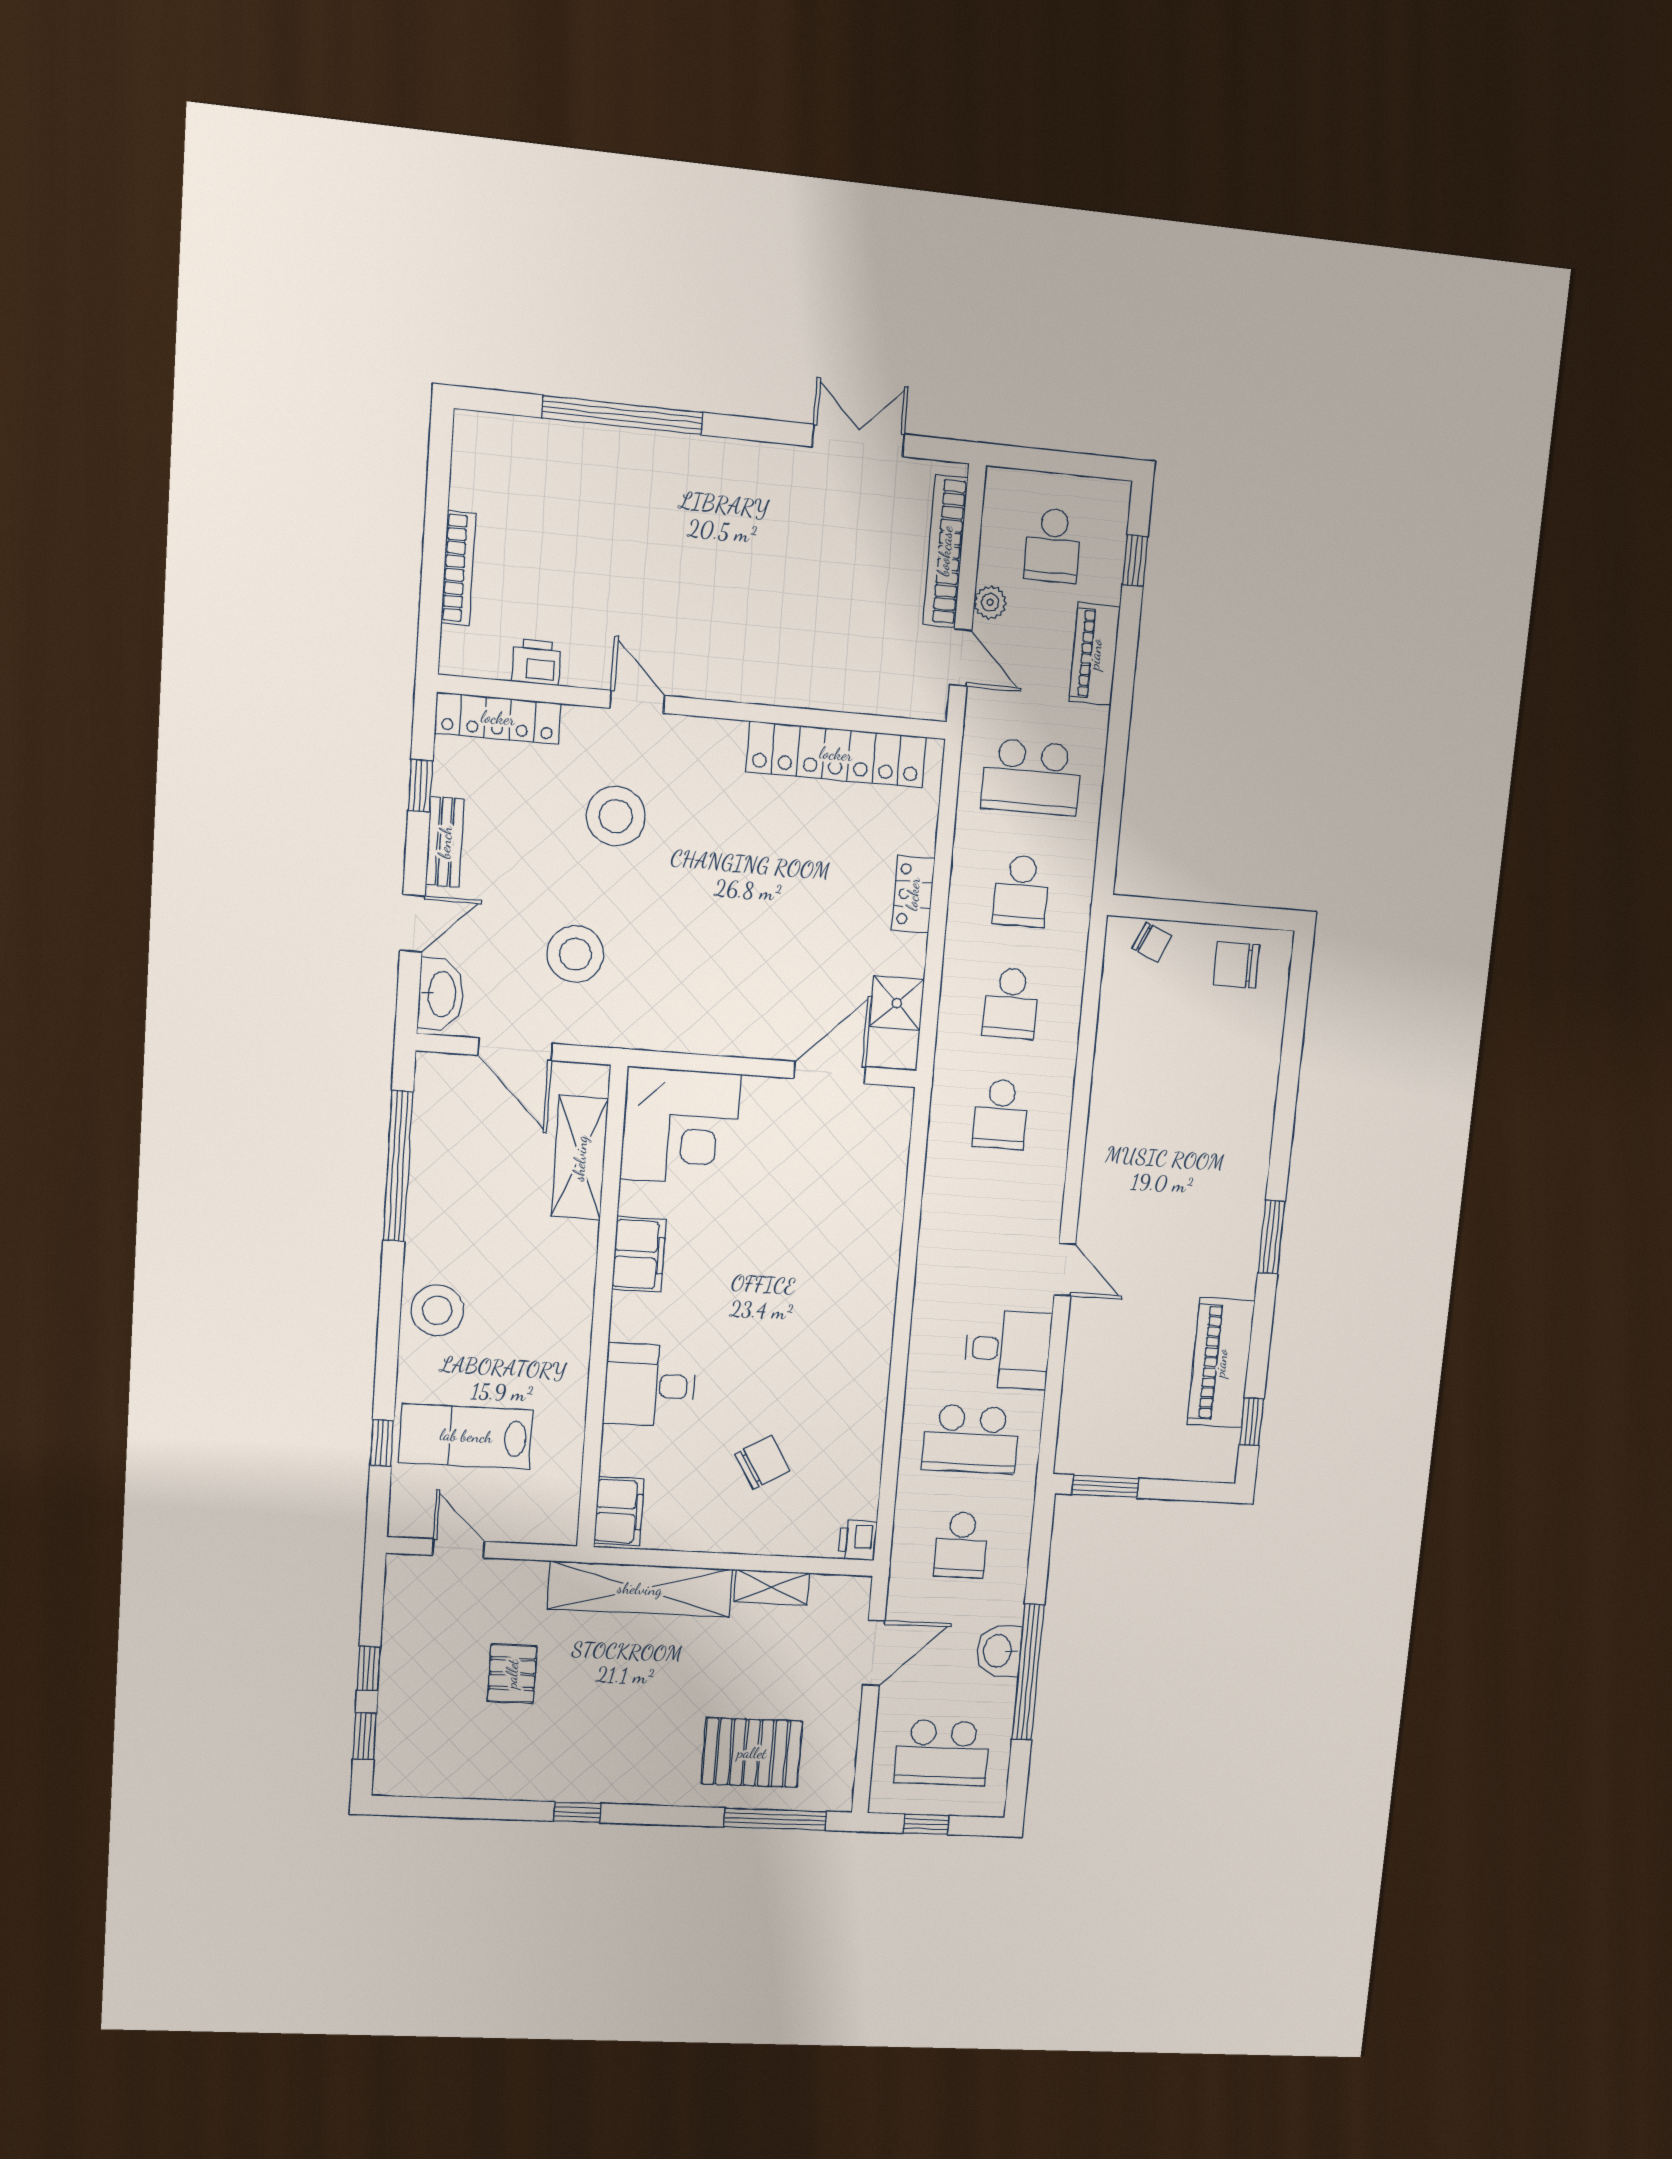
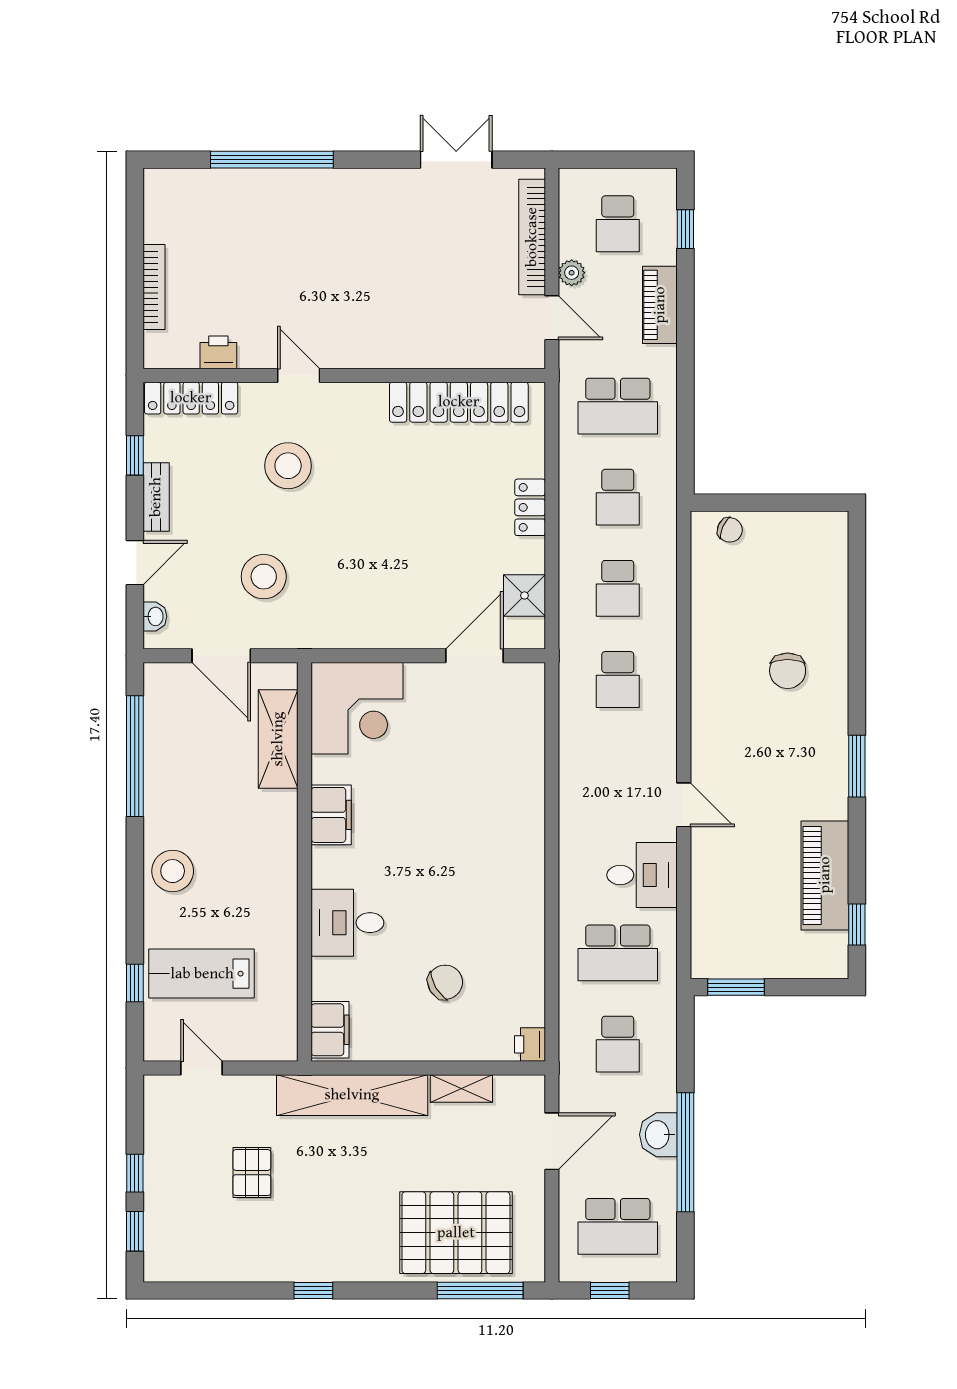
chair: (1236, 965) -> (788, 671), moved, turned -90
washbasin: (441, 994) -> (155, 616), width x0.52, depth x0.69
pallet: (752, 1753) -> (456, 1233), width x1.37, depth x1.41

